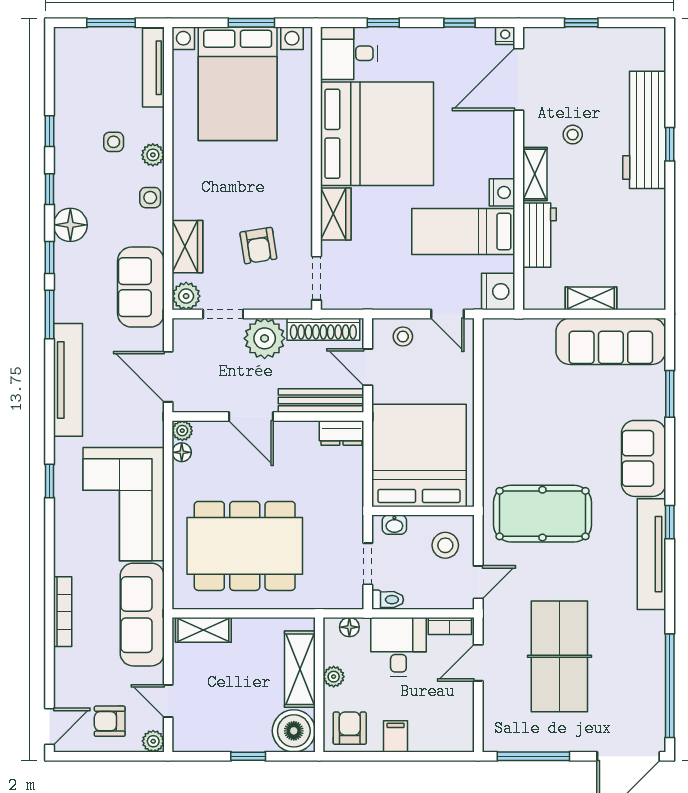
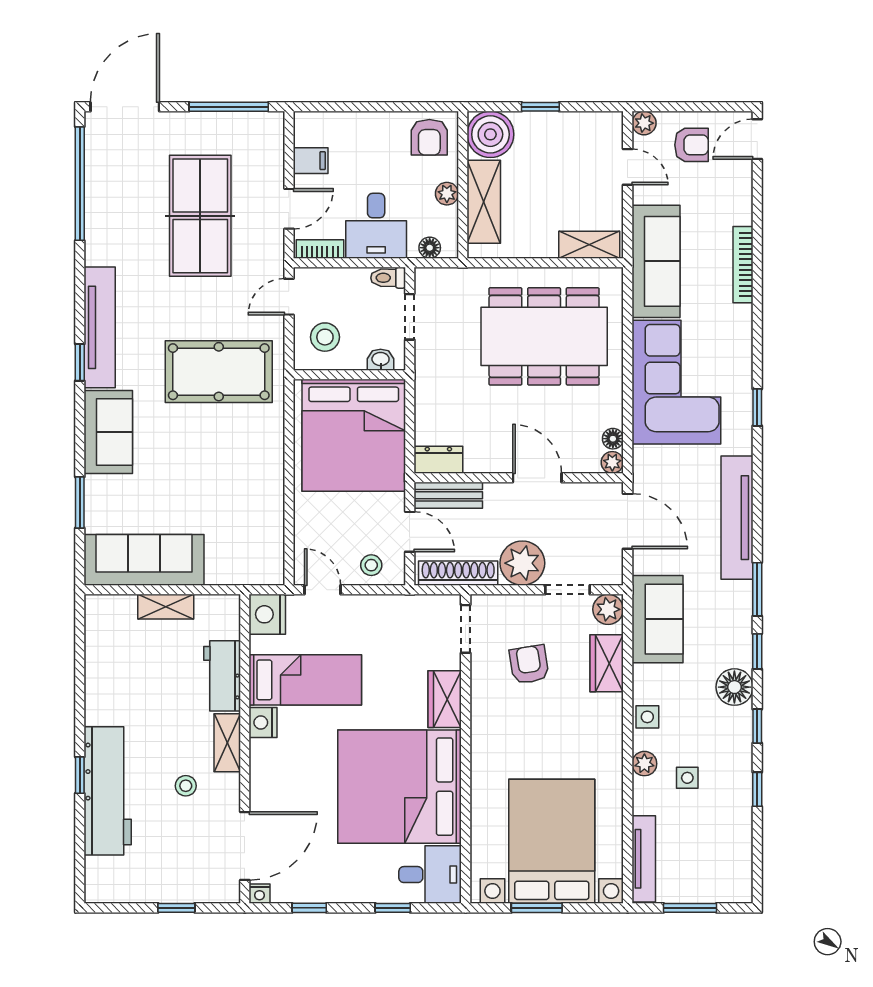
bench: (321, 400) -> (448, 495), width x0.73
filing cabinet: (396, 736) -> (311, 161), moved, turned -90

